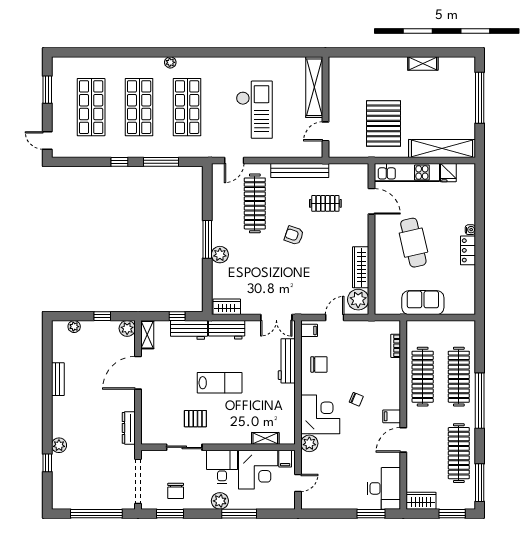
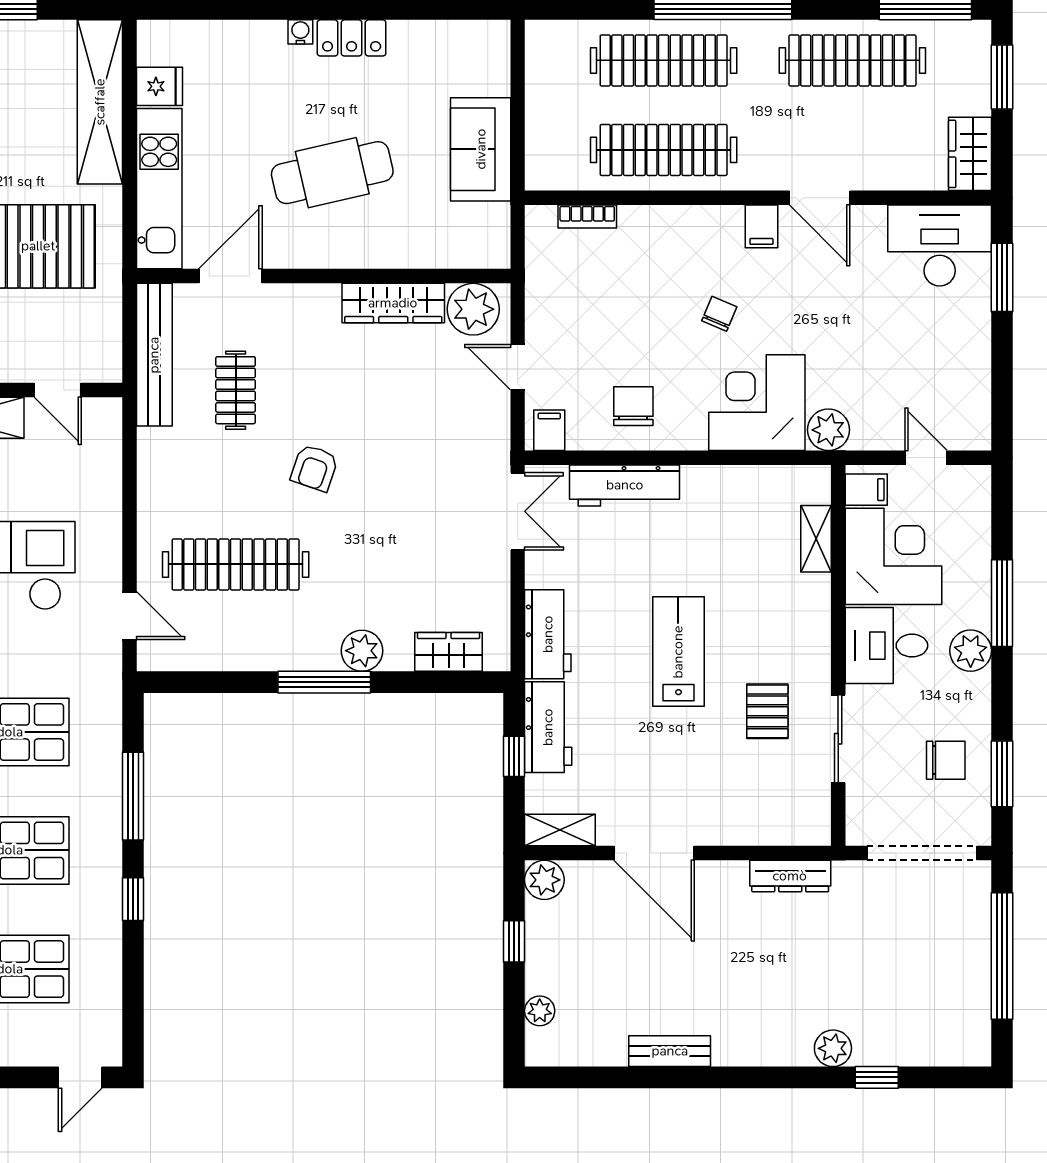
bench: (300, 171) -> (154, 355), moved
wardrobe: (227, 307) -> (449, 652), moved, turned 90

